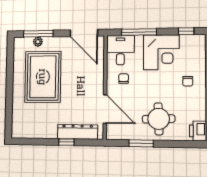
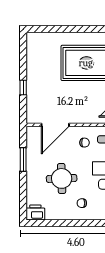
round table: (159, 119) -> (62, 178), moved
dresser: (78, 132) -> (33, 98), removed

